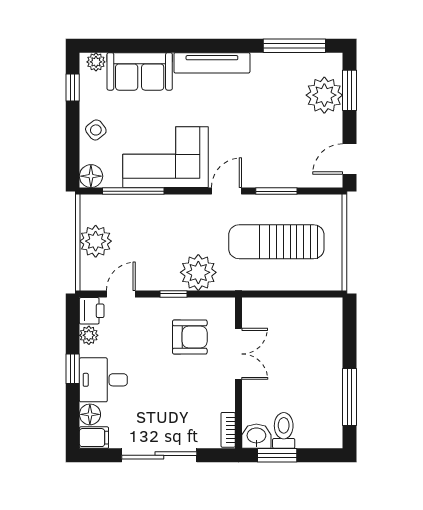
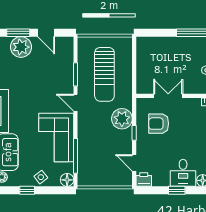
window: (73, 88) -> (27, 190), moved
door: (350, 159) -> (46, 33), moved
plant: (96, 241) -> (104, 177), removed
plant: (89, 335) -> (158, 181), removed
armchair: (190, 337) -> (159, 124), turned -90

